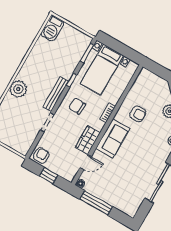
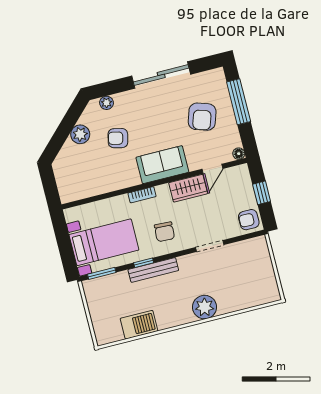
barbecue: (52, 28) -> (139, 325), moved
bench: (56, 94) -> (153, 270), moved
armchair: (138, 114) -> (118, 138), moved, turned -77
door: (86, 162) -> (212, 169), swing flipped
armchair: (118, 183) -> (202, 117), added
window: (96, 203) -> (239, 102), moved

